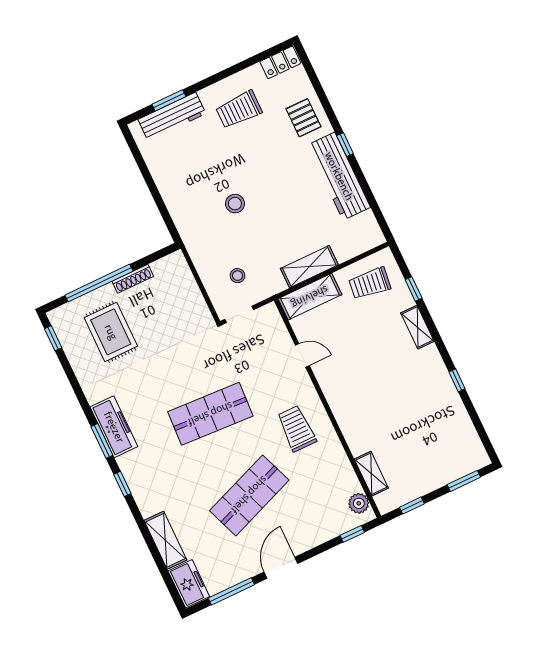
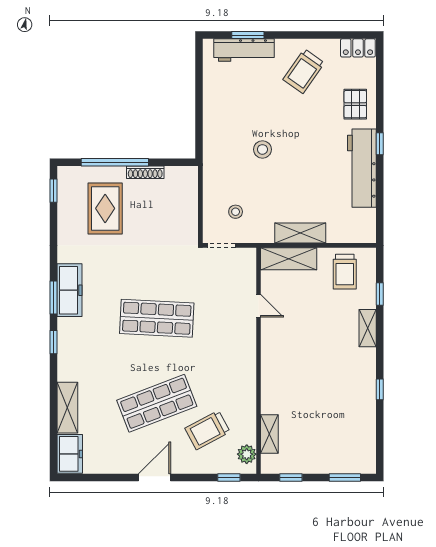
trolley: (239, 110) -> (304, 71), turned -55
trolley: (370, 283) -> (345, 272), turned -97
trolley: (297, 429) -> (207, 430), moved, turned -118
window: (231, 591) -> (103, 478), removed

